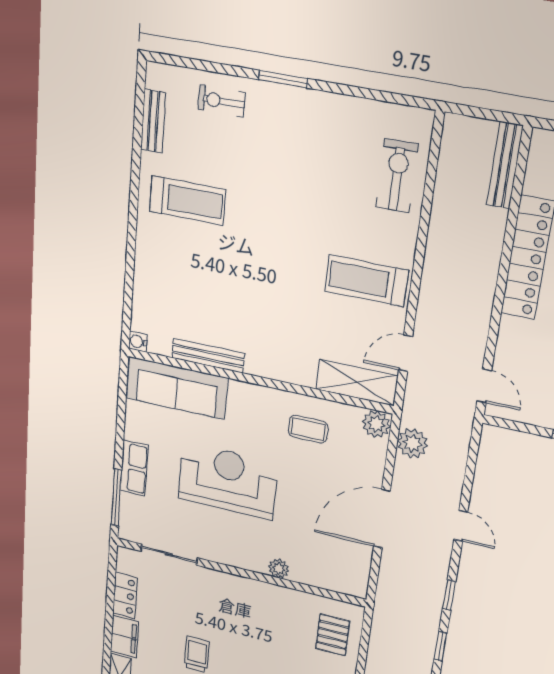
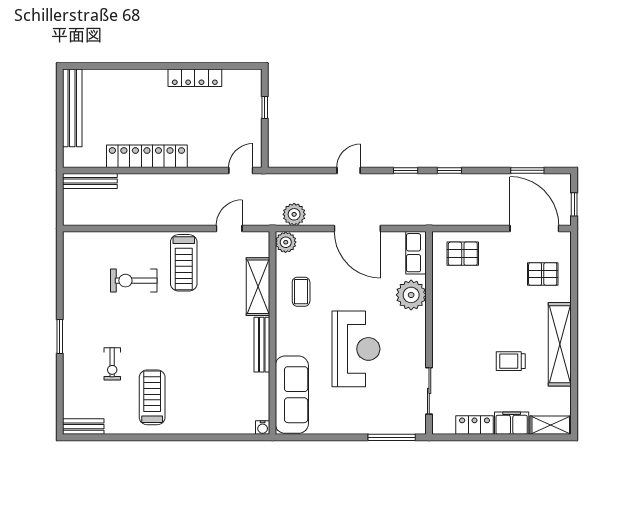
exercise bike: (222, 101) -> (112, 364), moved
bench: (153, 121) -> (83, 427), moved
exercise bike: (397, 176) -> (134, 281), moved
door: (406, 353) -> (229, 228), swing flipped
bench: (208, 356) -> (262, 345), moved
shelving: (357, 382) -> (258, 287), moved
row of seats: (134, 468) -> (416, 253), moved, turned -90
reception desk: (228, 481) -> (356, 349), turned 180
plant: (279, 569) -> (411, 295), width x1.87, depth x1.87

